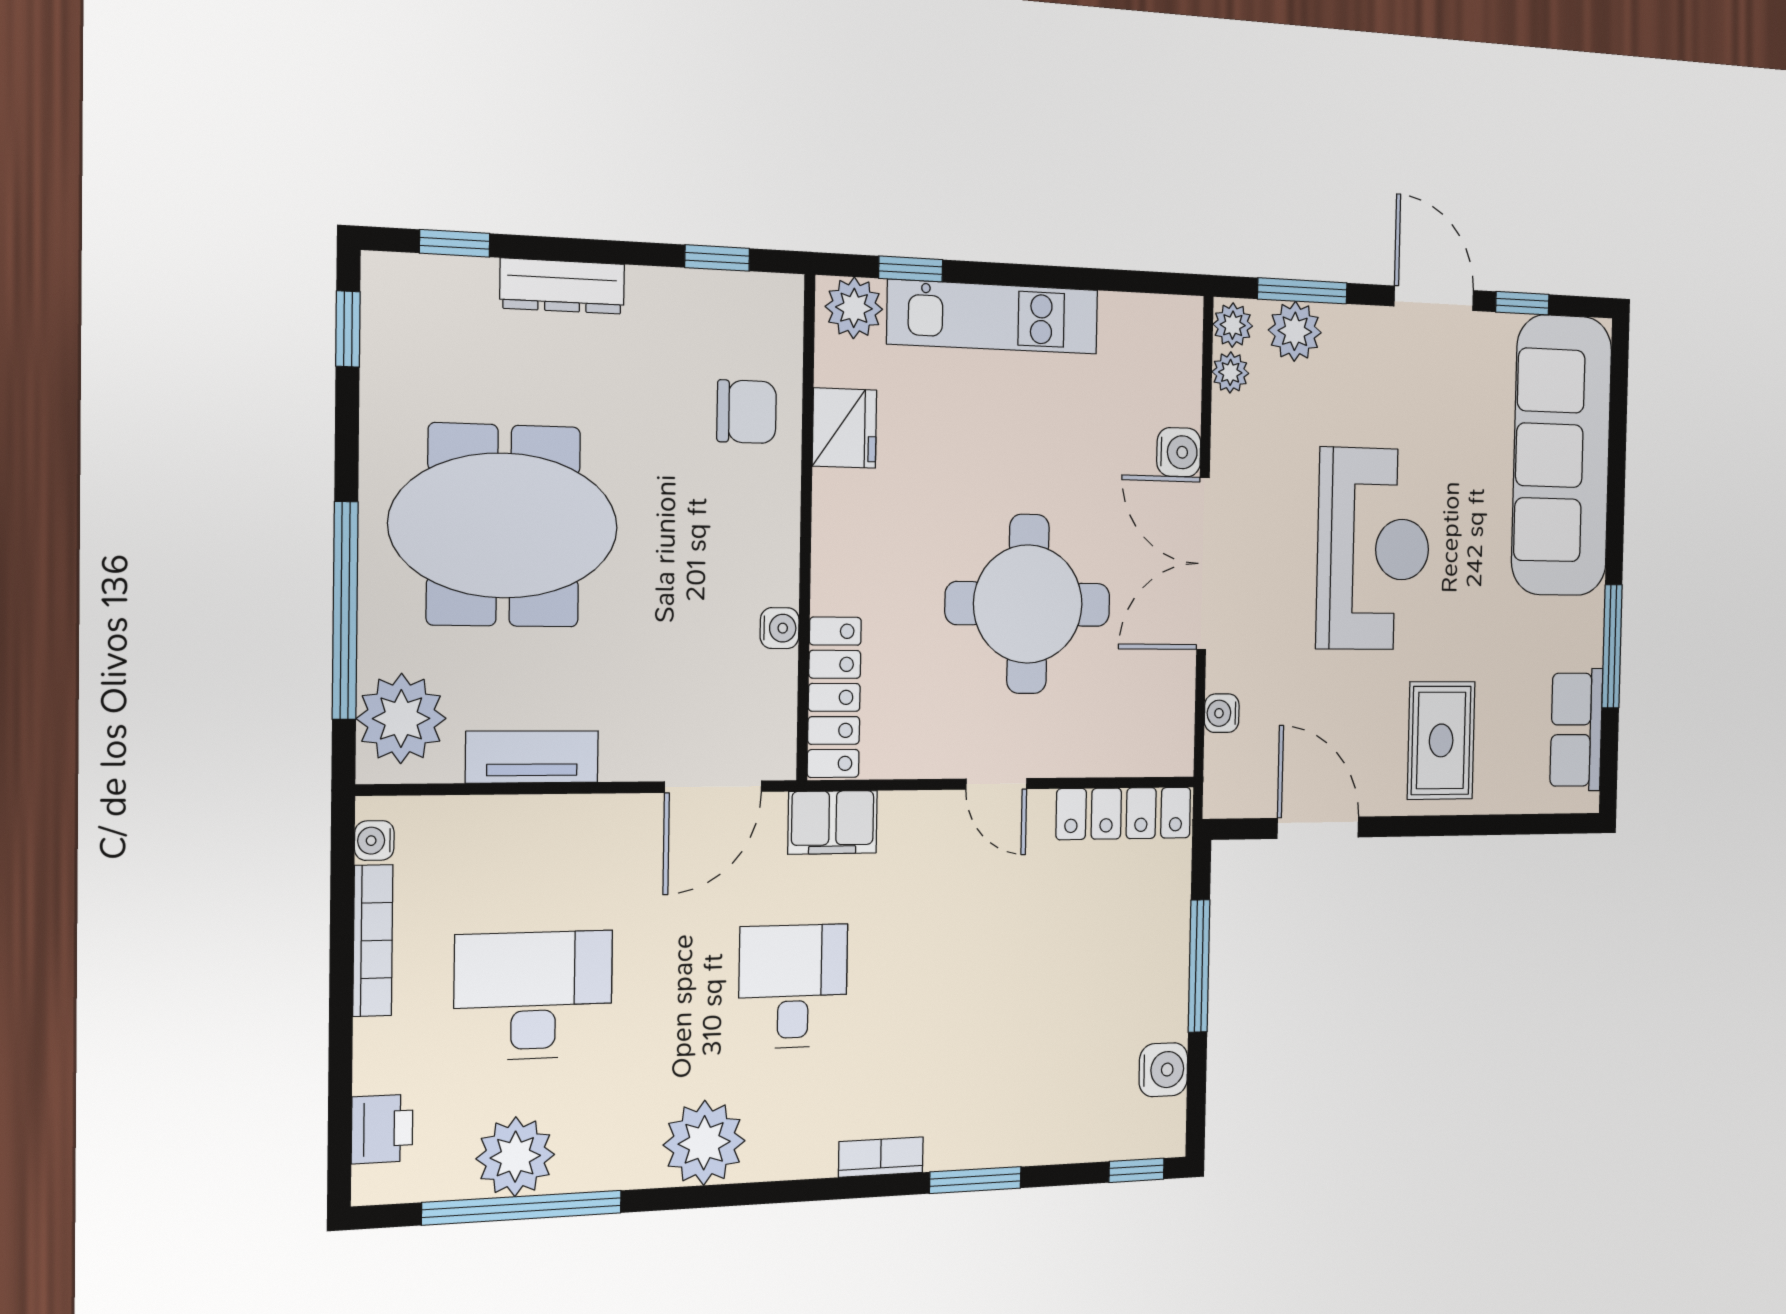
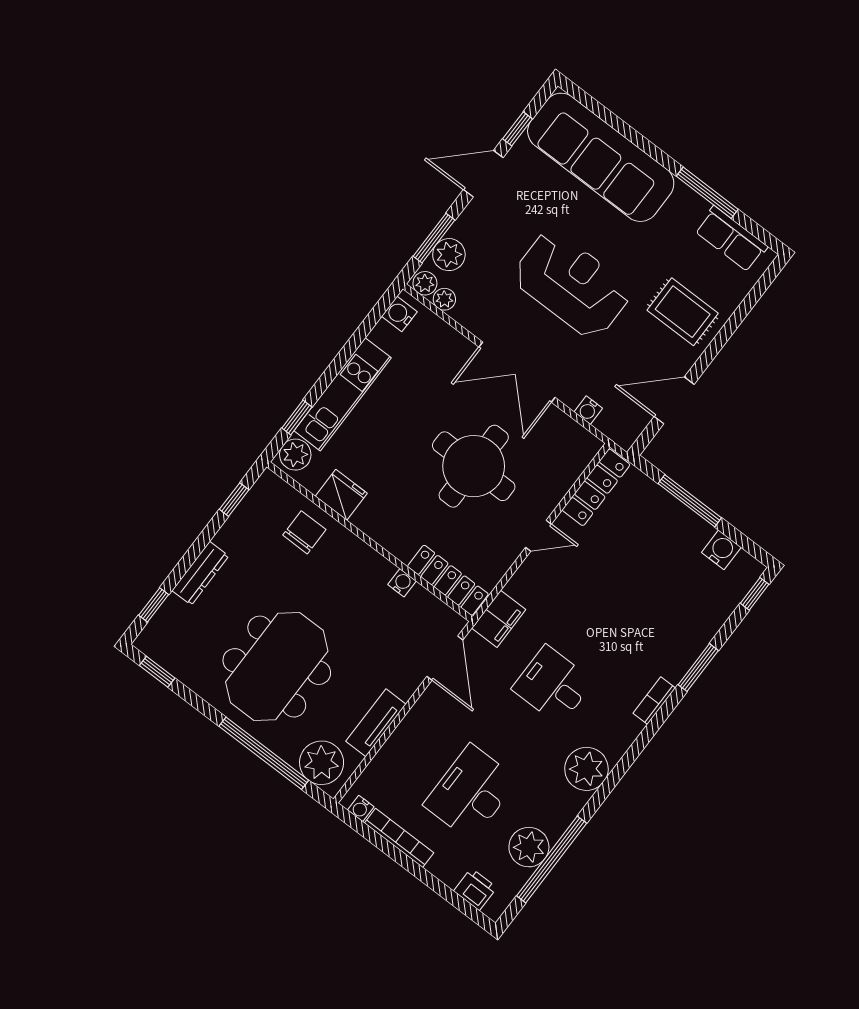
water cooler: (1179, 452) -> (399, 314), moved, turned -90

